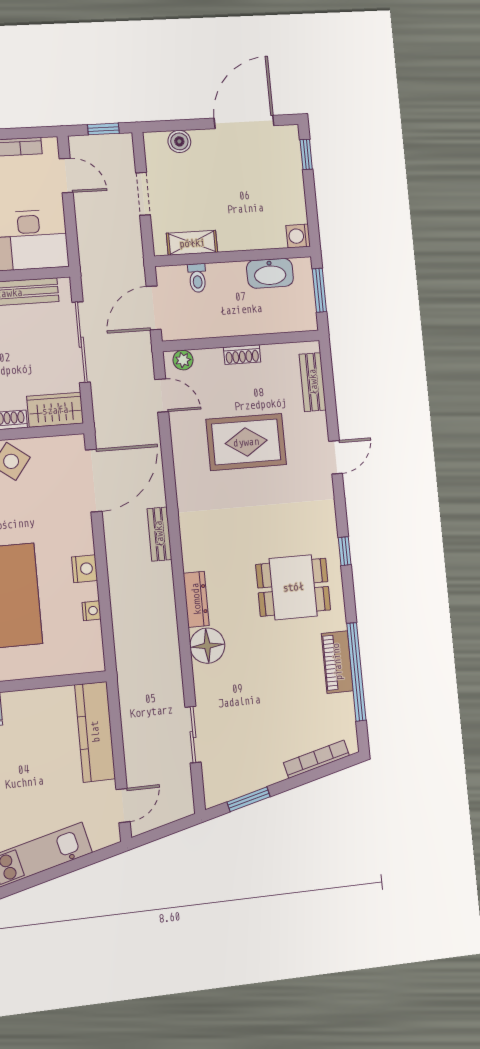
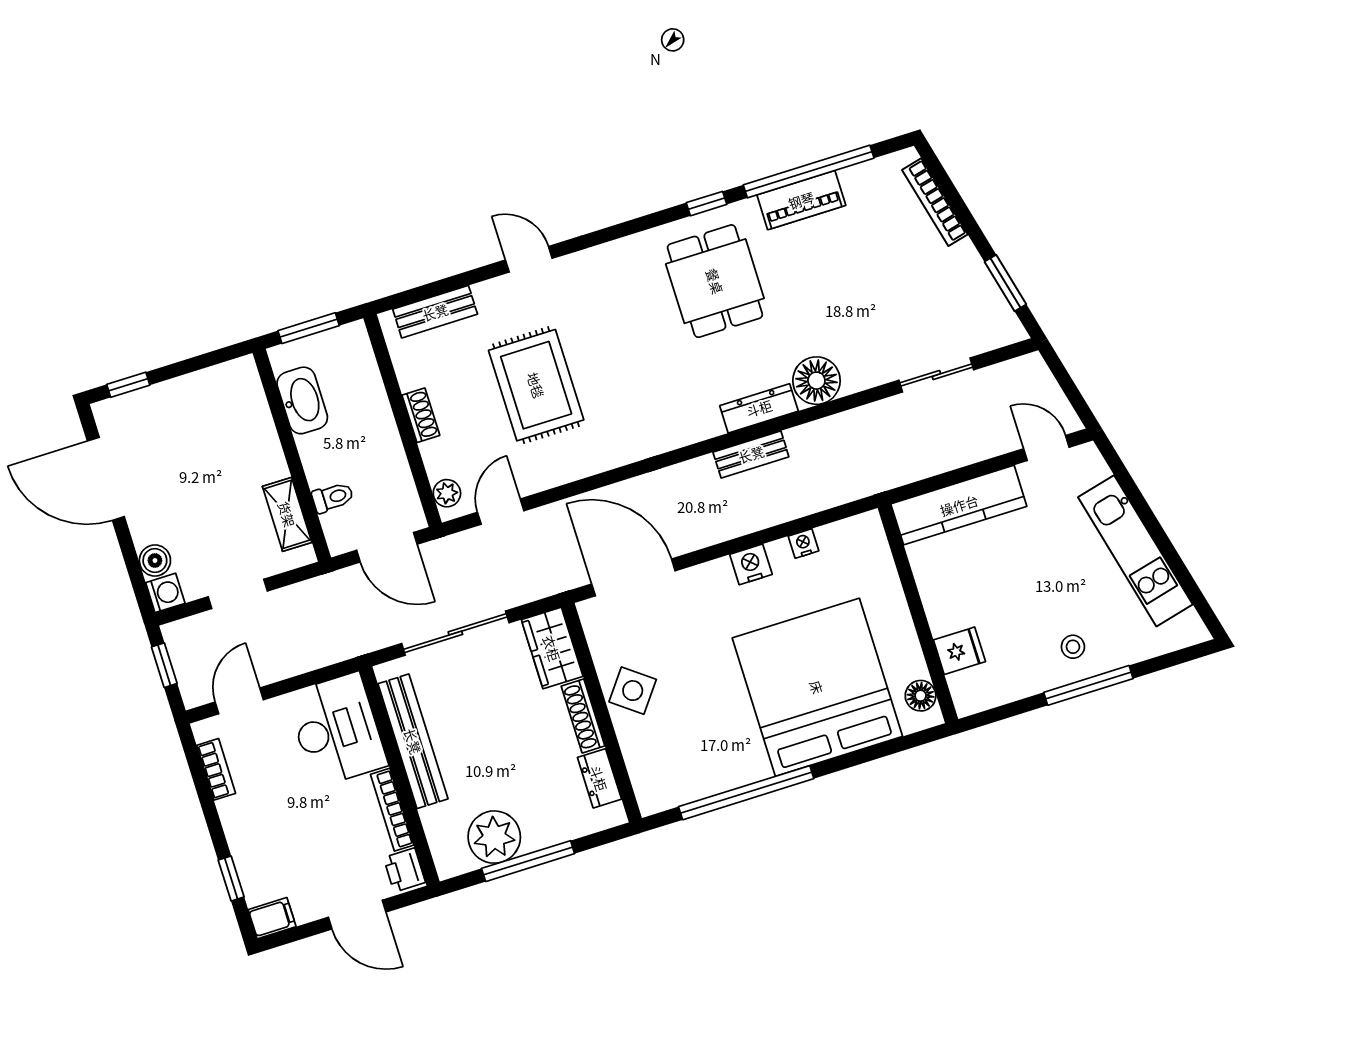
washing machine: (298, 236) -> (165, 593), moved, turned -90
bench: (159, 534) -> (751, 454), moved
window: (345, 551) -> (706, 204), moved

